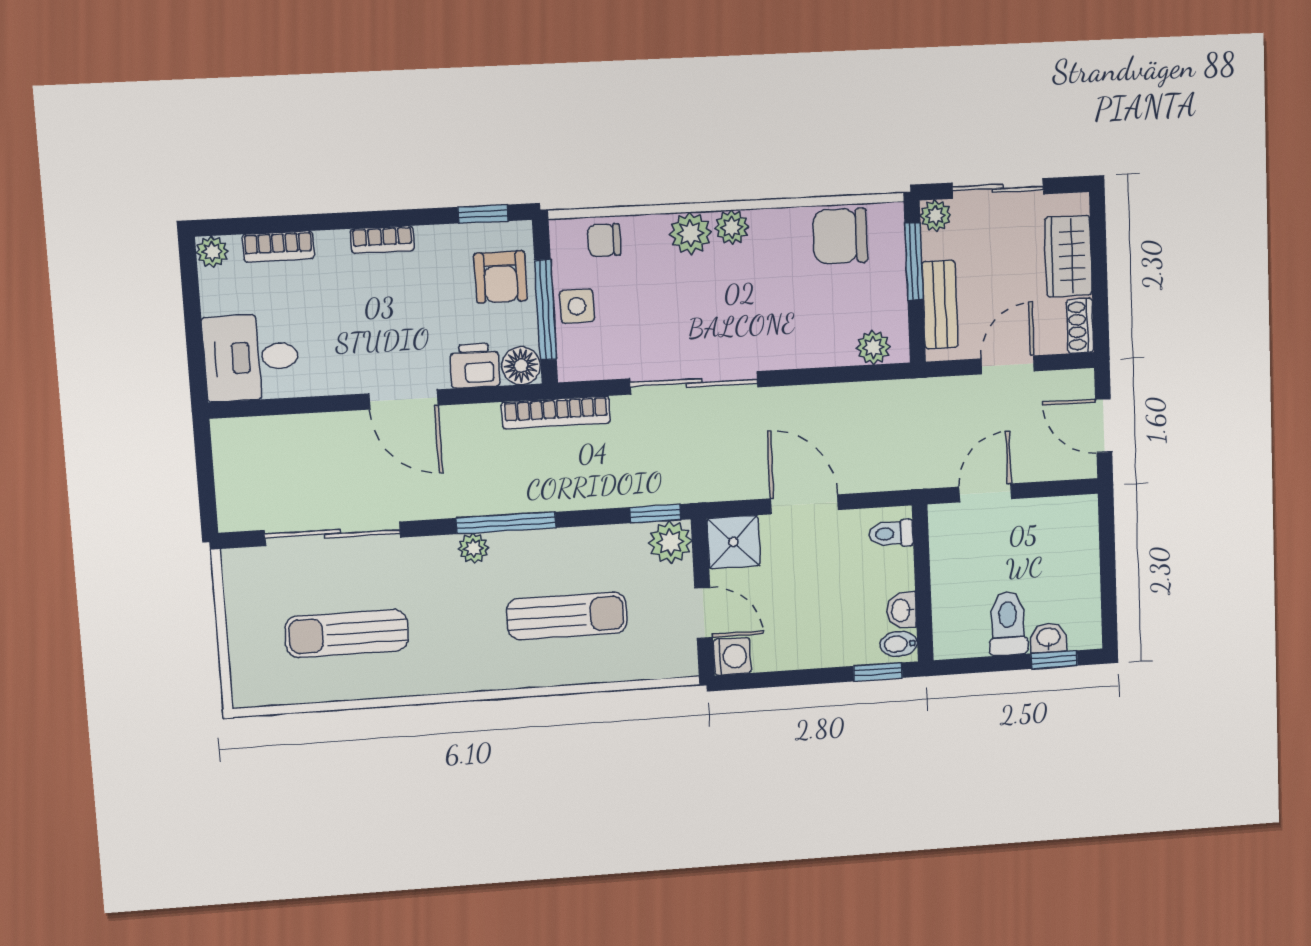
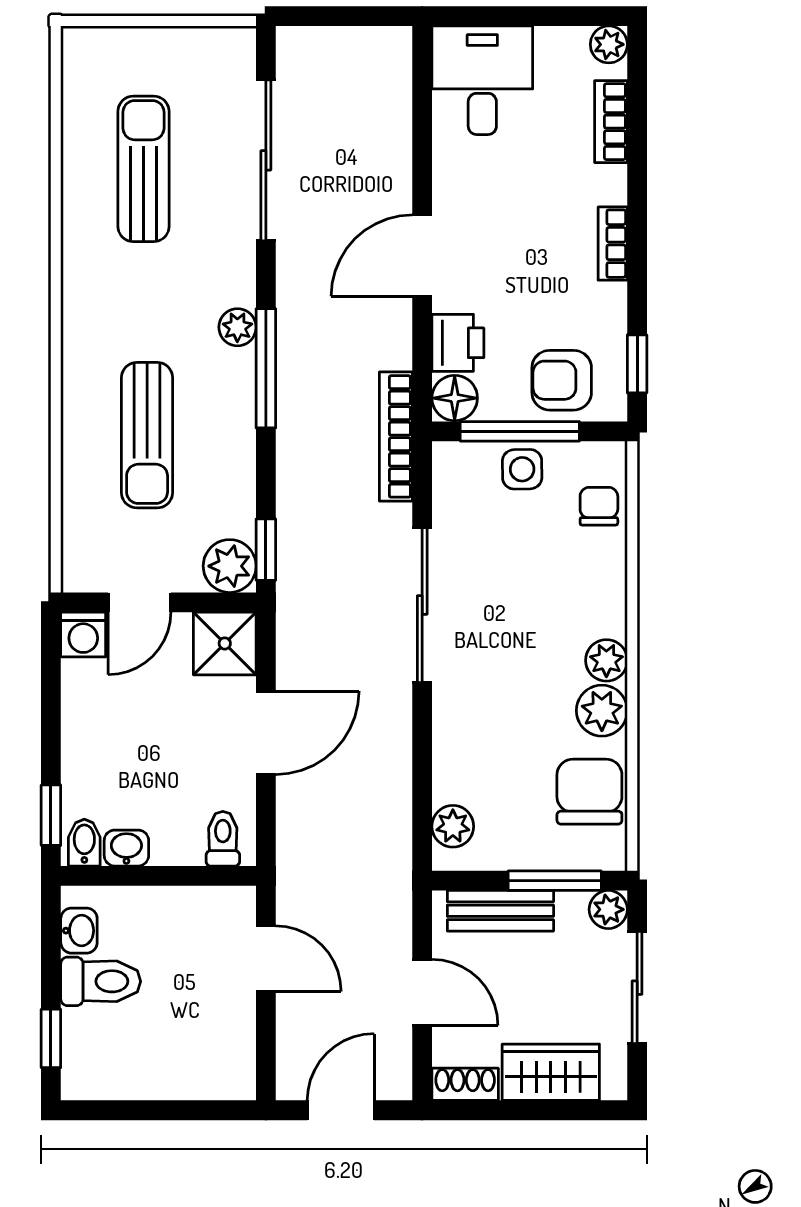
plant: (690, 233) -> (602, 711), moved
washbasin: (1048, 638) -> (79, 931), moved

